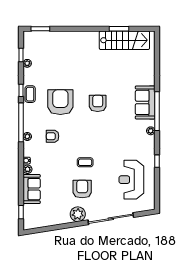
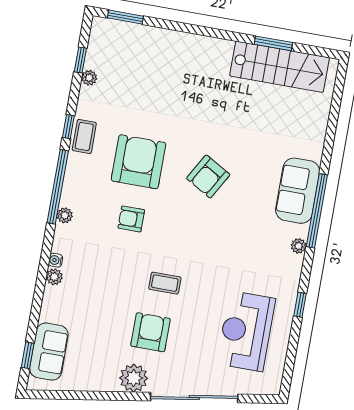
armchair: (98, 103) -> (208, 177), turned -150
armchair: (53, 136) -> (131, 219), moved
sofa: (32, 189) -> (49, 352), moved

